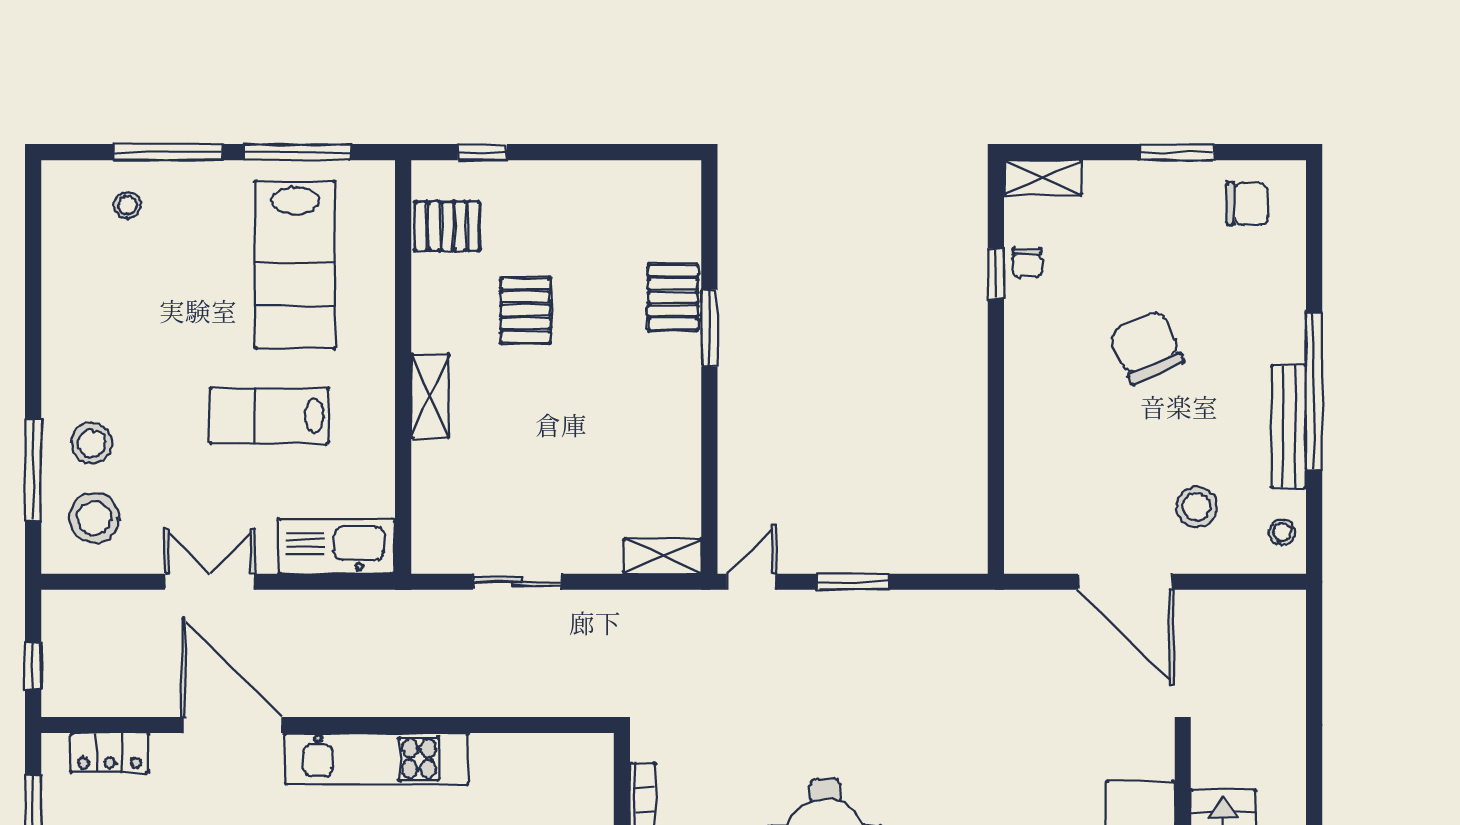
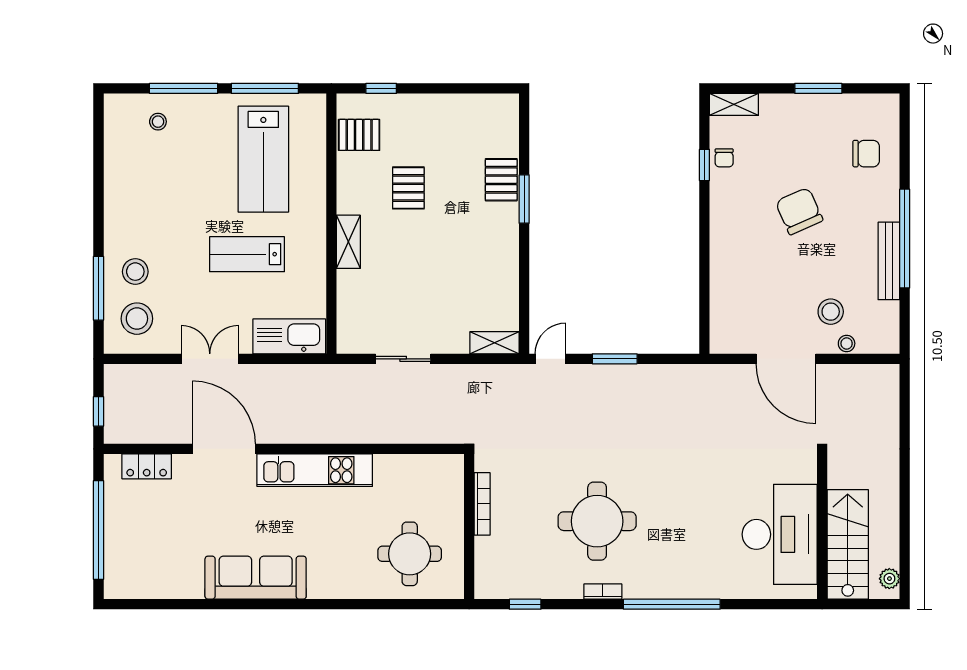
chair: (1247, 204) -> (866, 154), moved
stool: (1282, 532) -> (847, 343), moved

